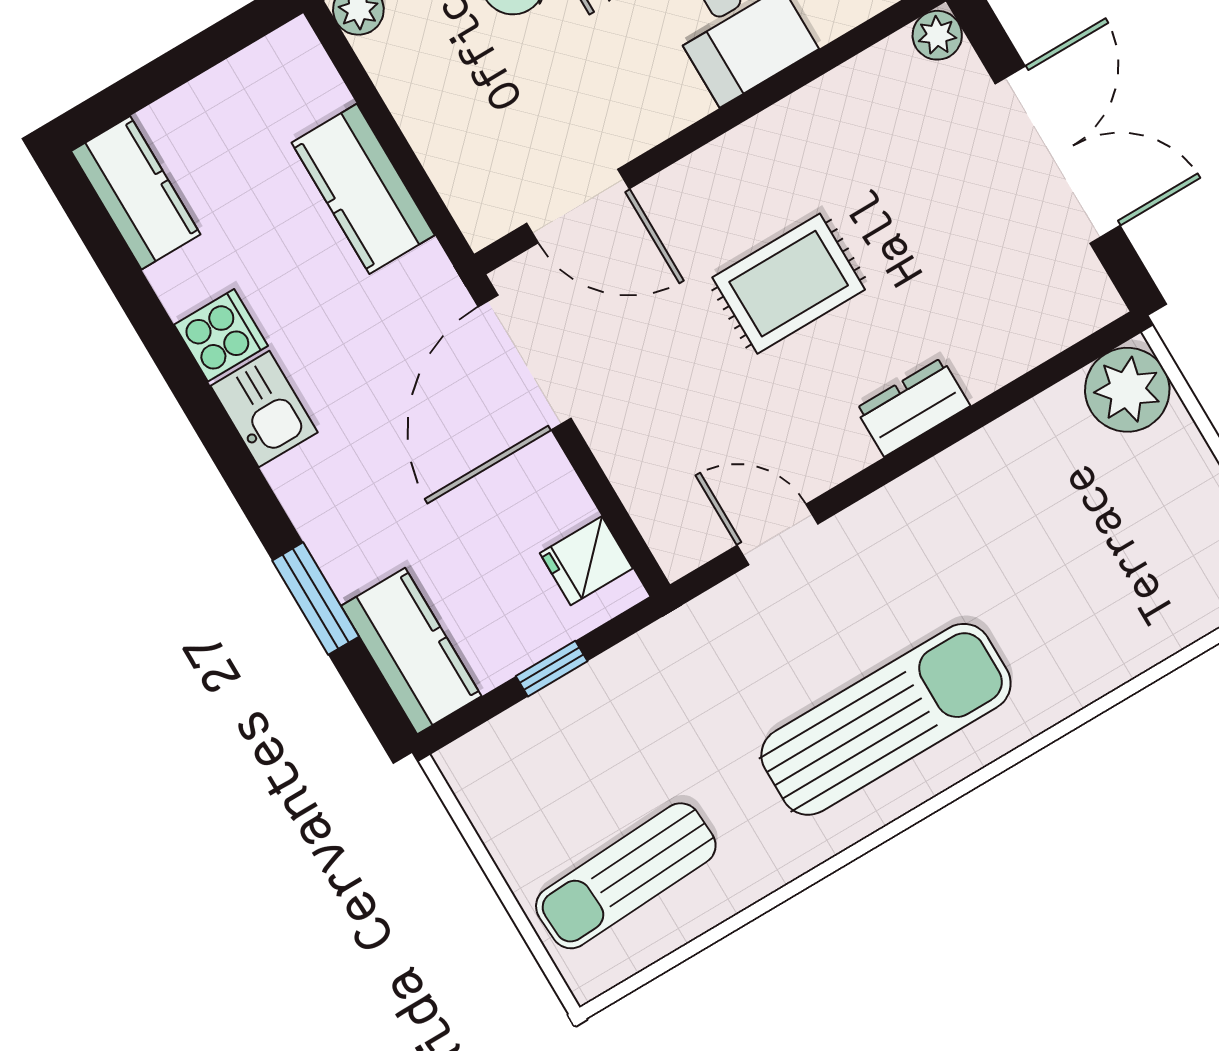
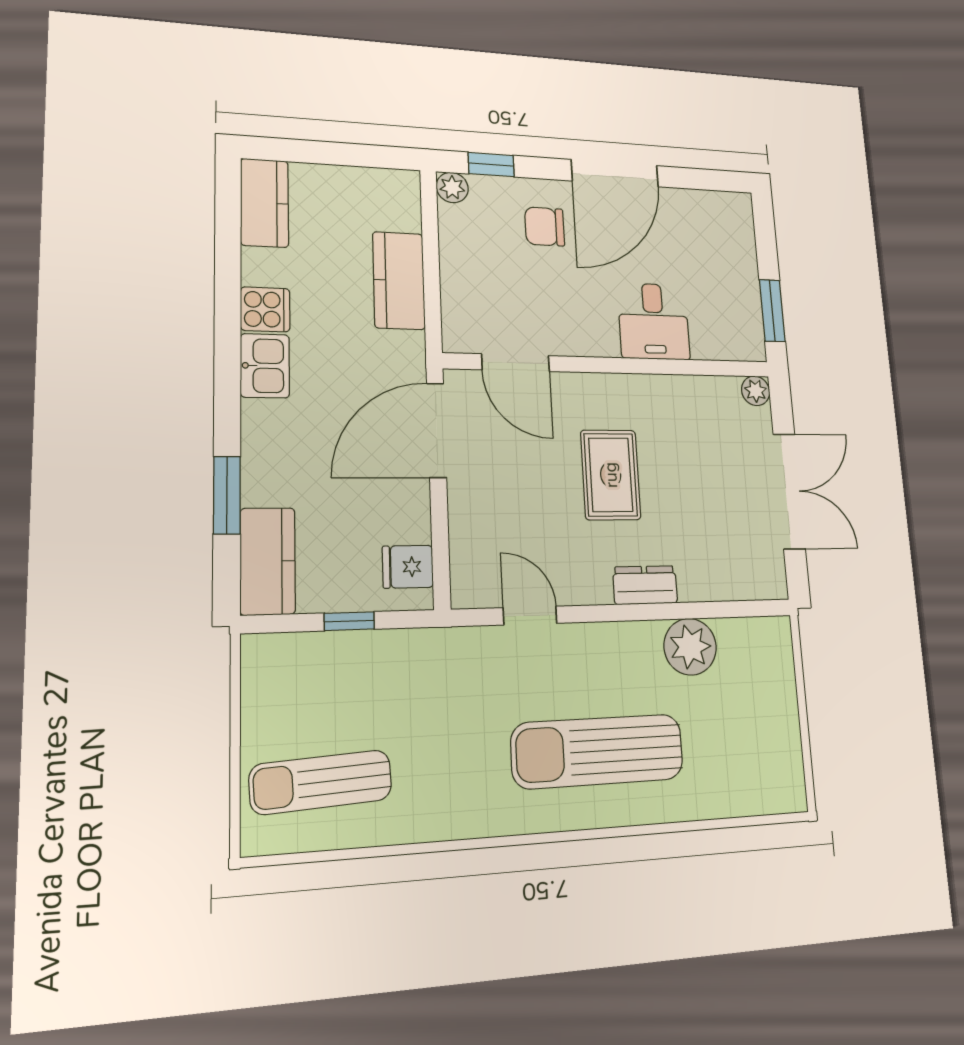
rug: (789, 284) -> (611, 475), turned 90
plant: (1127, 390) -> (690, 647), moved
sun lounger: (886, 719) -> (598, 751), moved, turned 180

